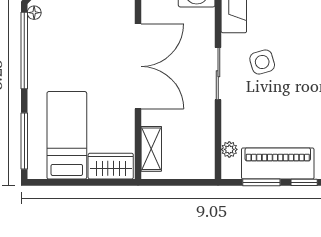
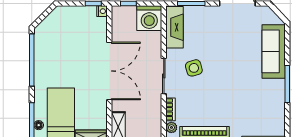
floor lamp: (34, 13) -> (39, 125), moved
bookcase: (228, 123) -> (171, 109), added

